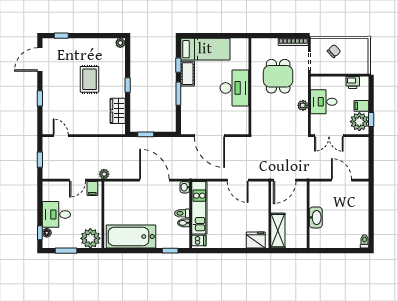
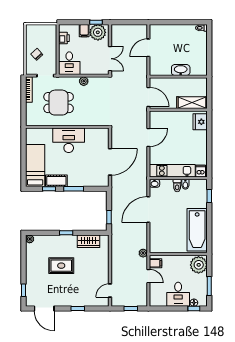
desk: (324, 102) -> (69, 63), moved

